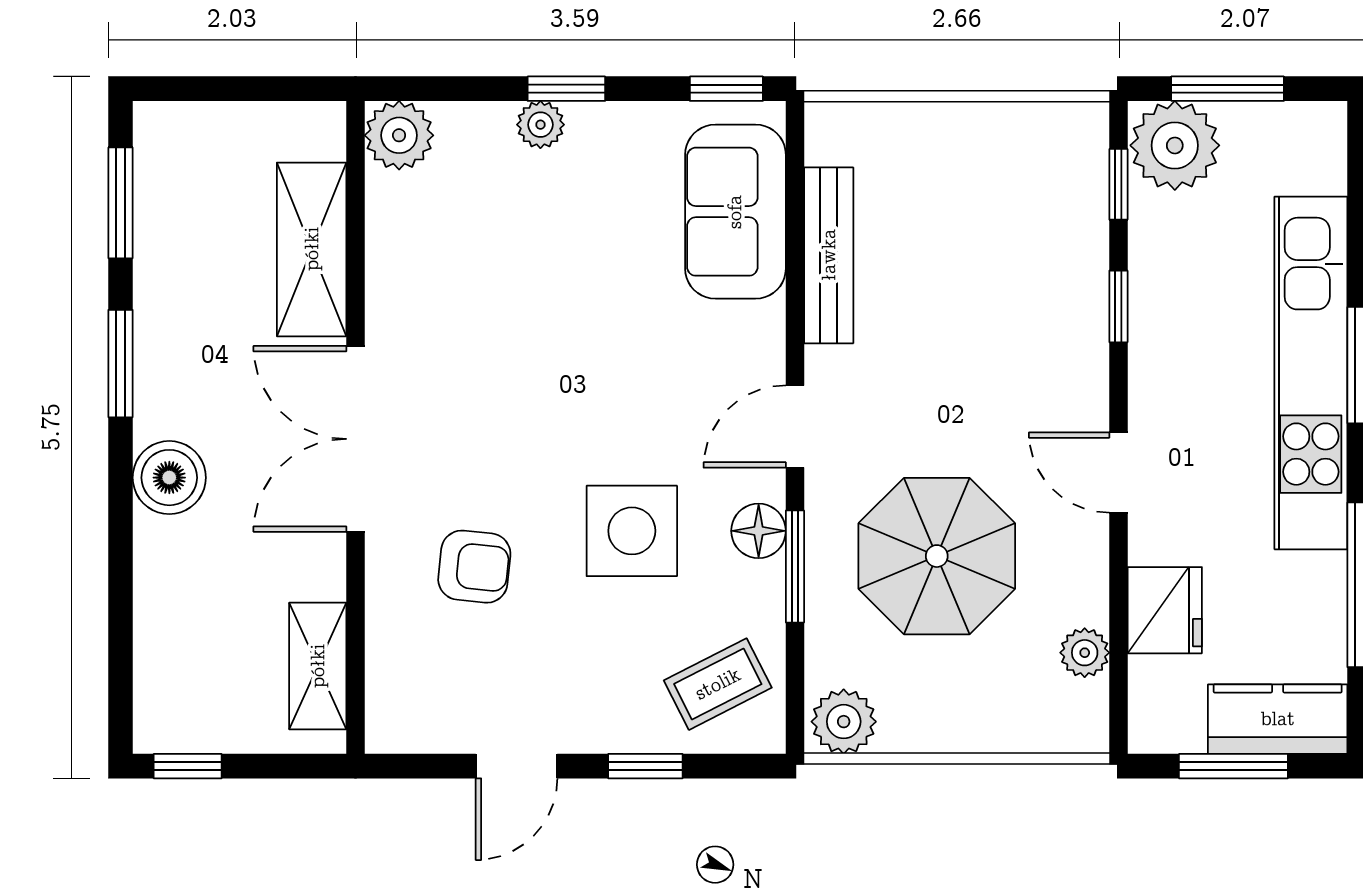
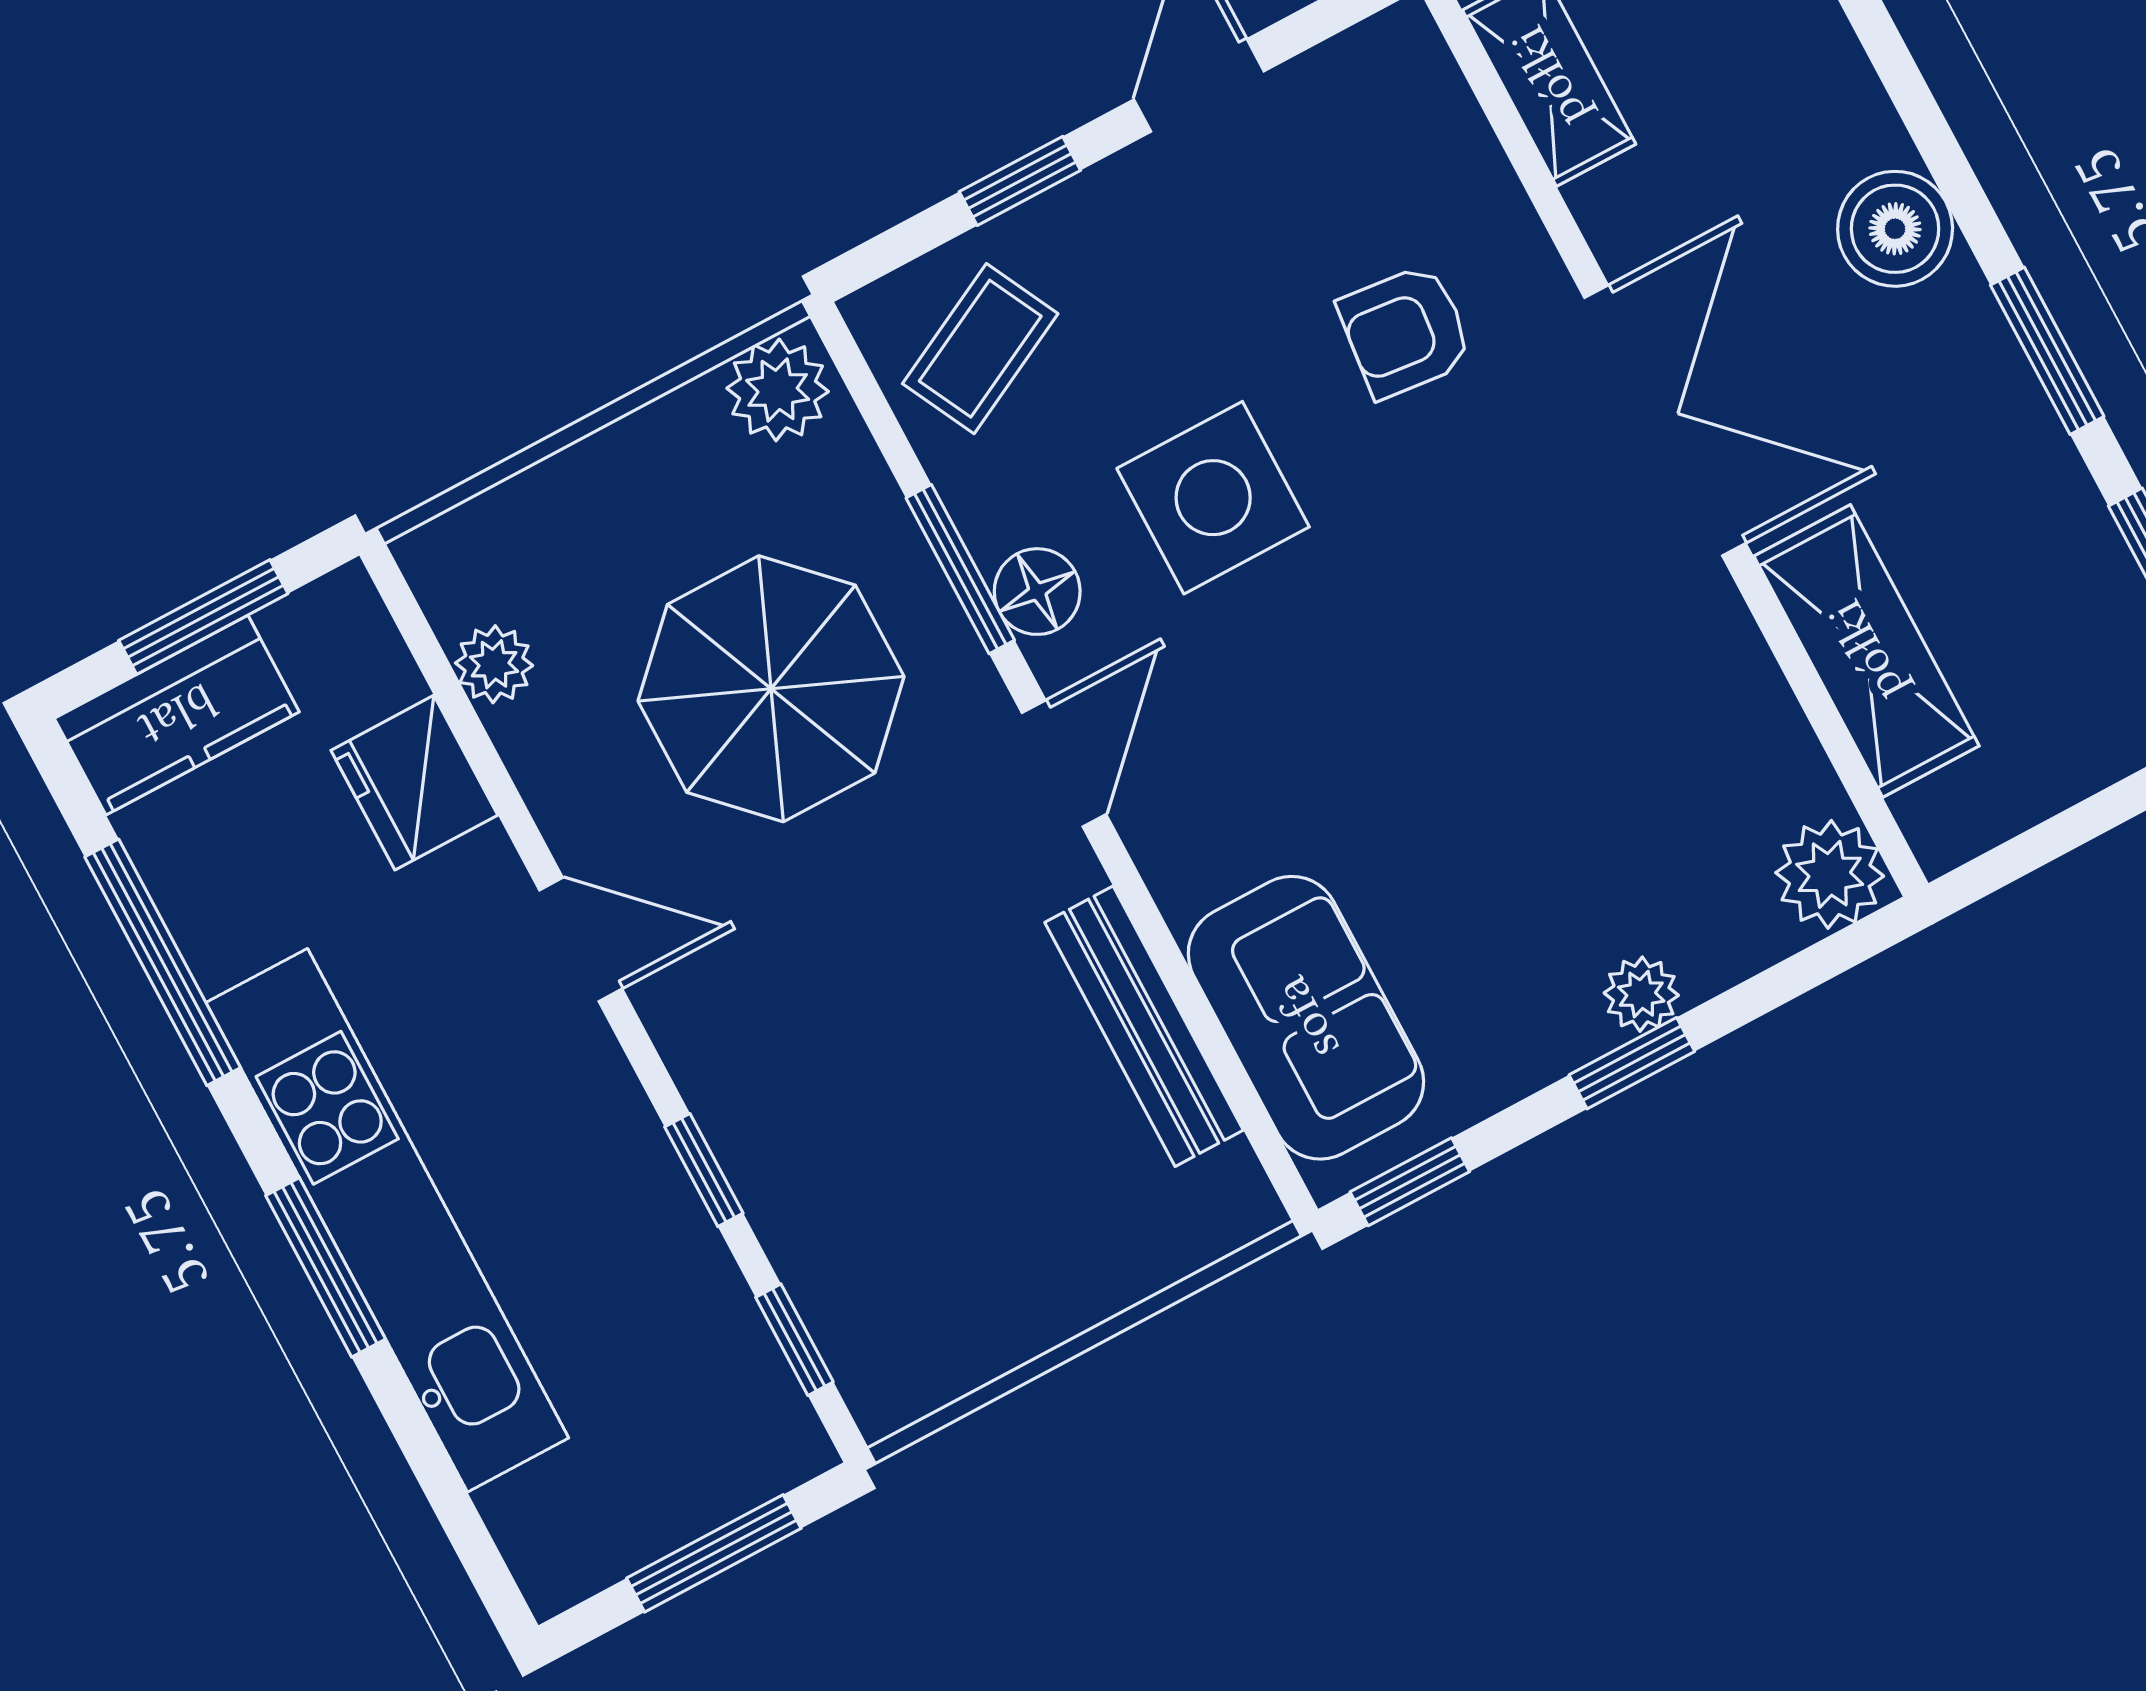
plant: (1175, 145) -> (745, 1435), removed

